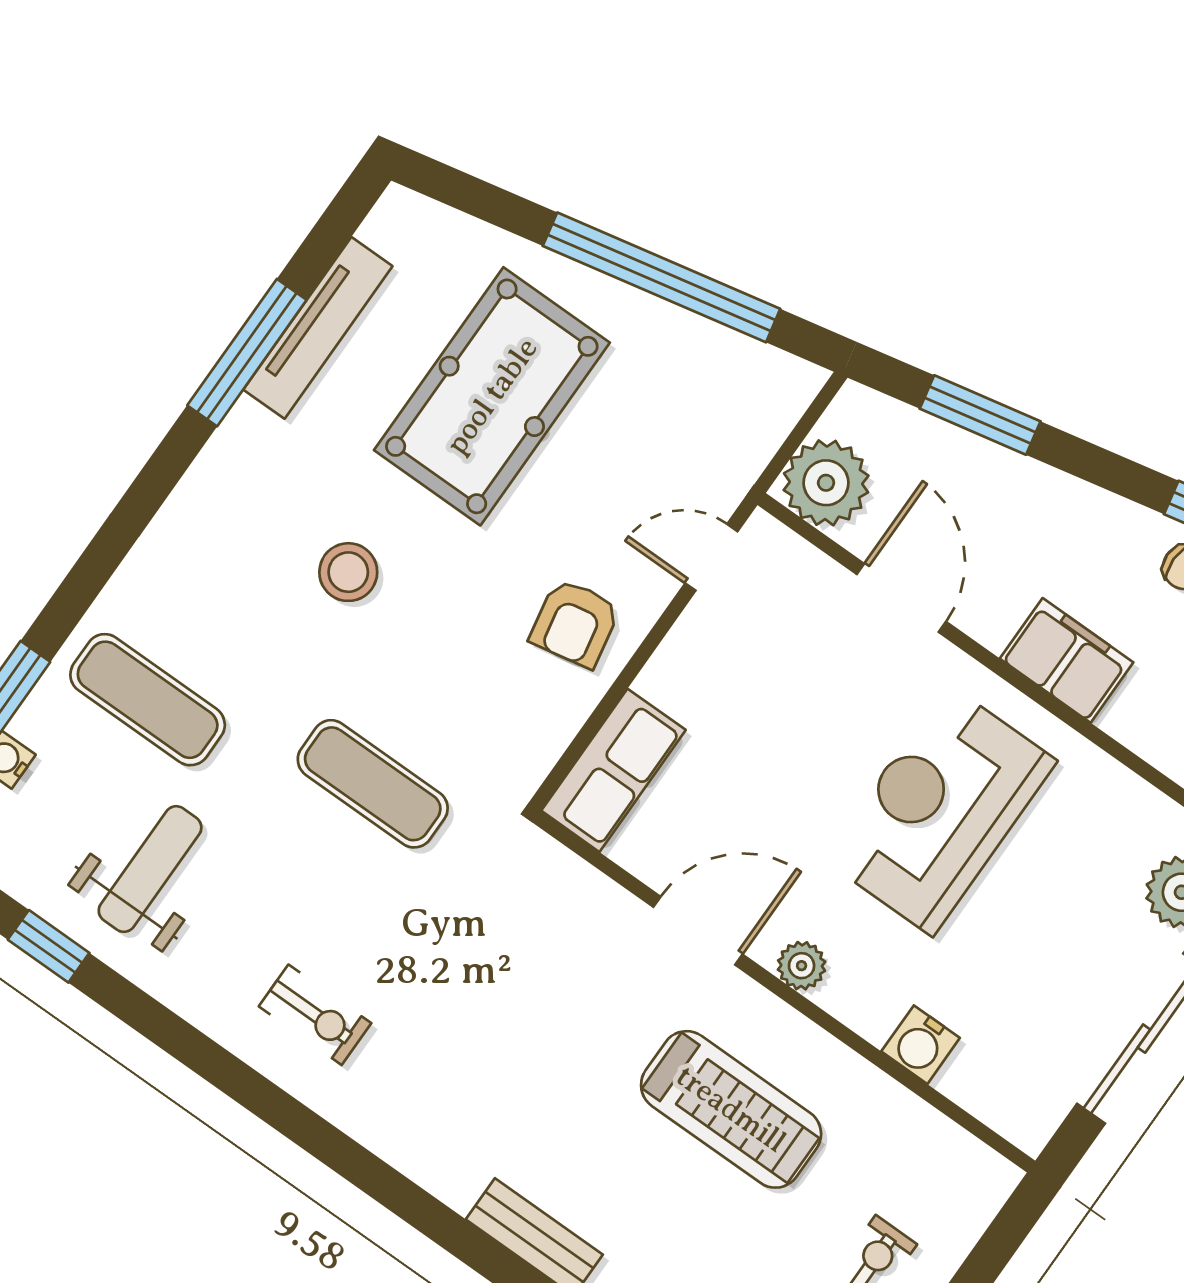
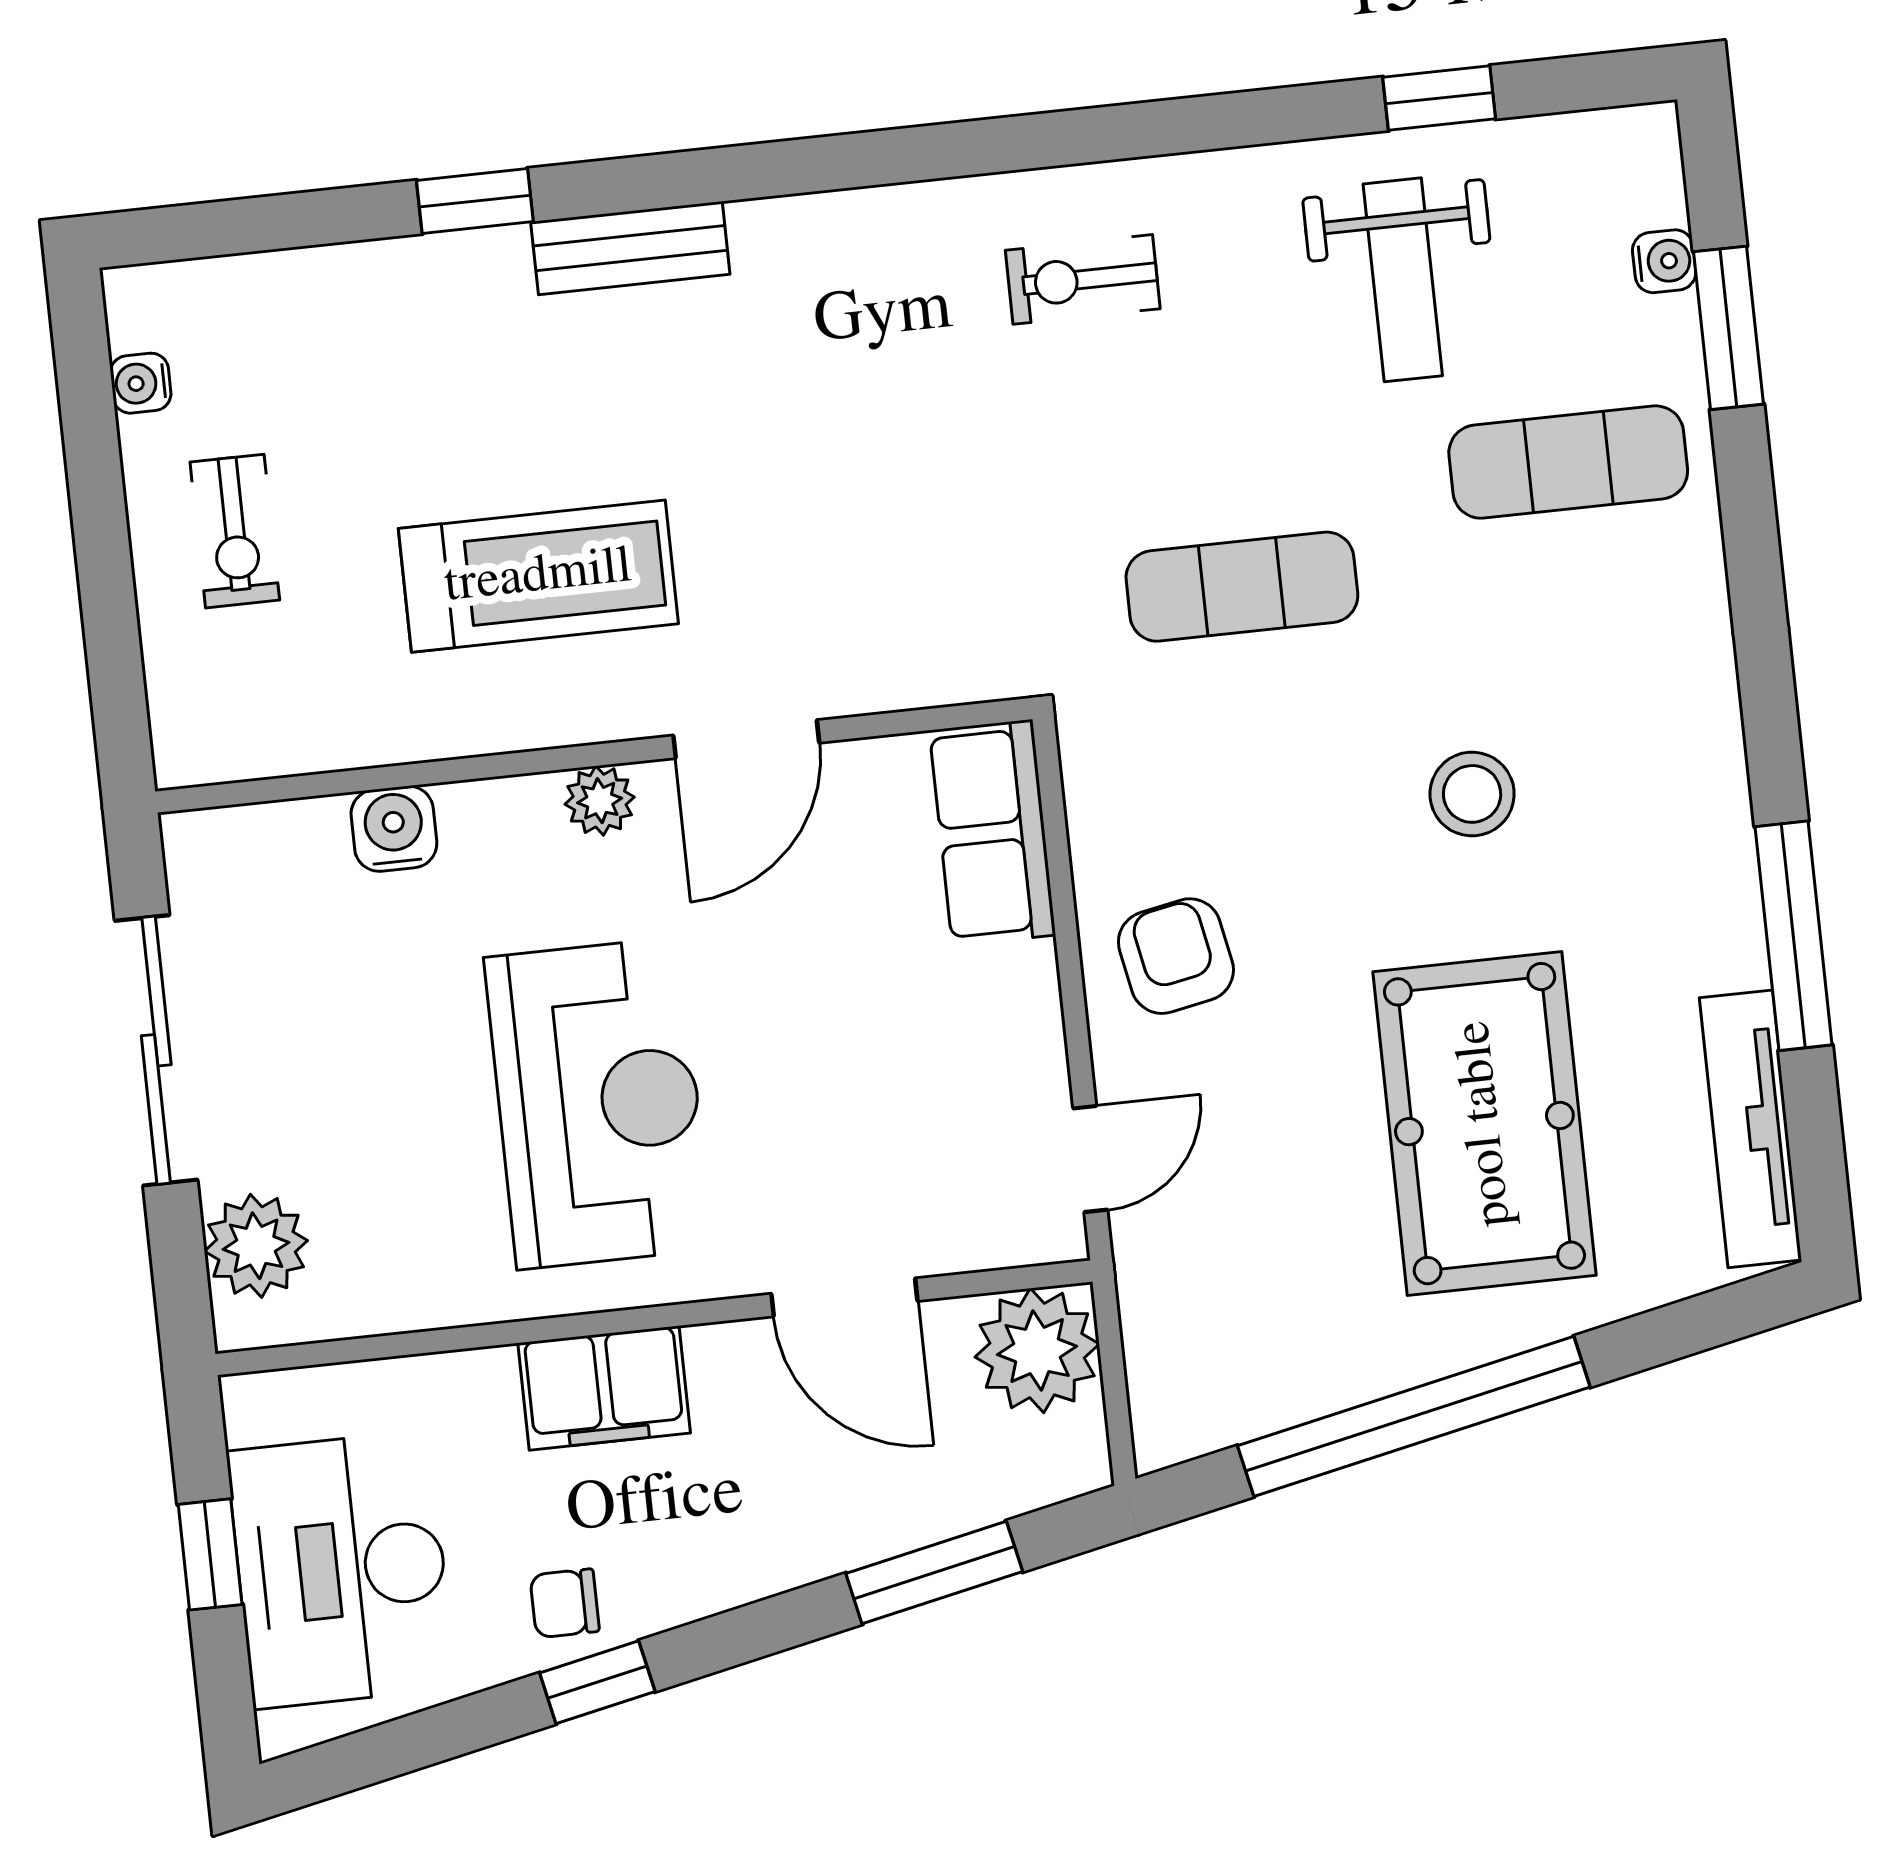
tv unit: (318, 328) -> (1750, 1129), moved
treadmill: (731, 1109) -> (538, 576), turned 180

